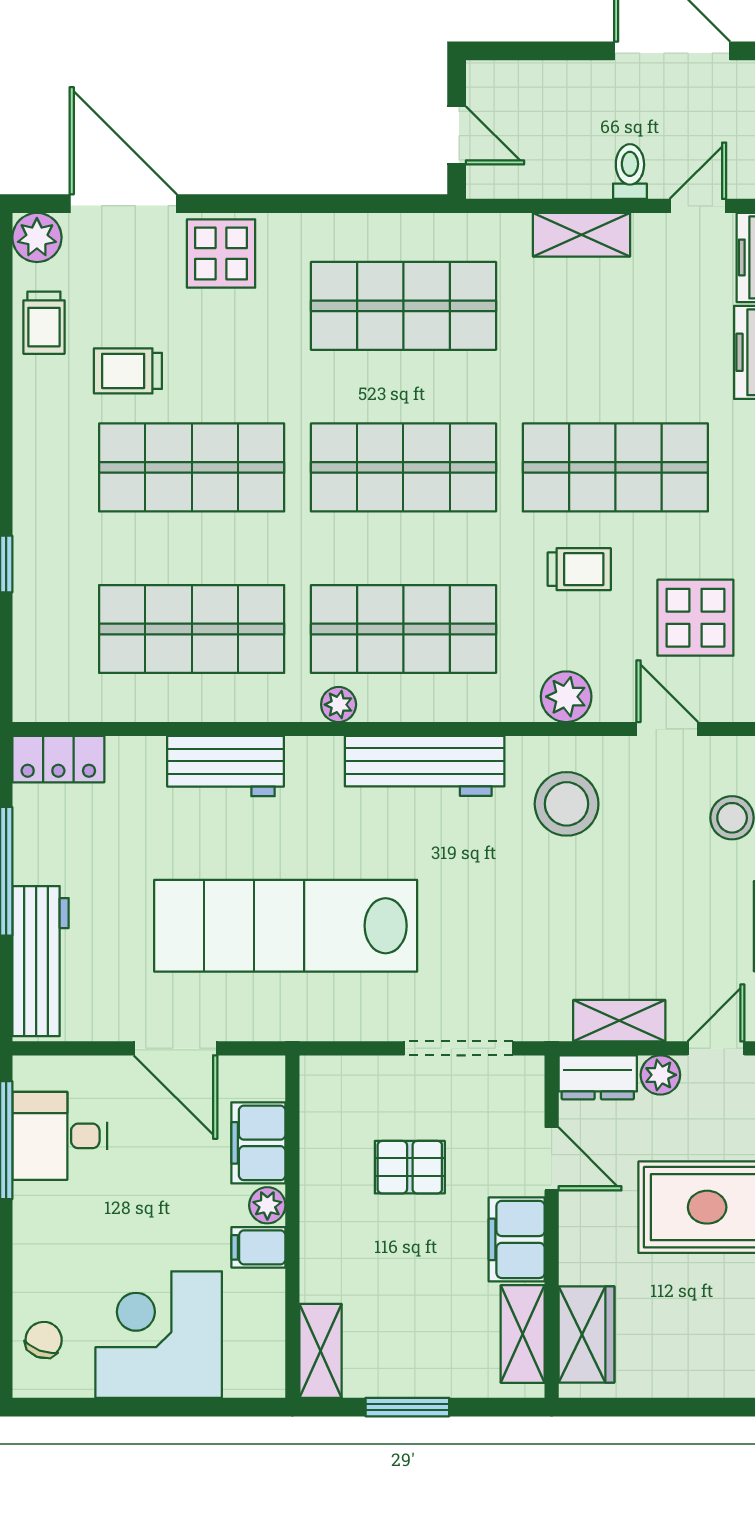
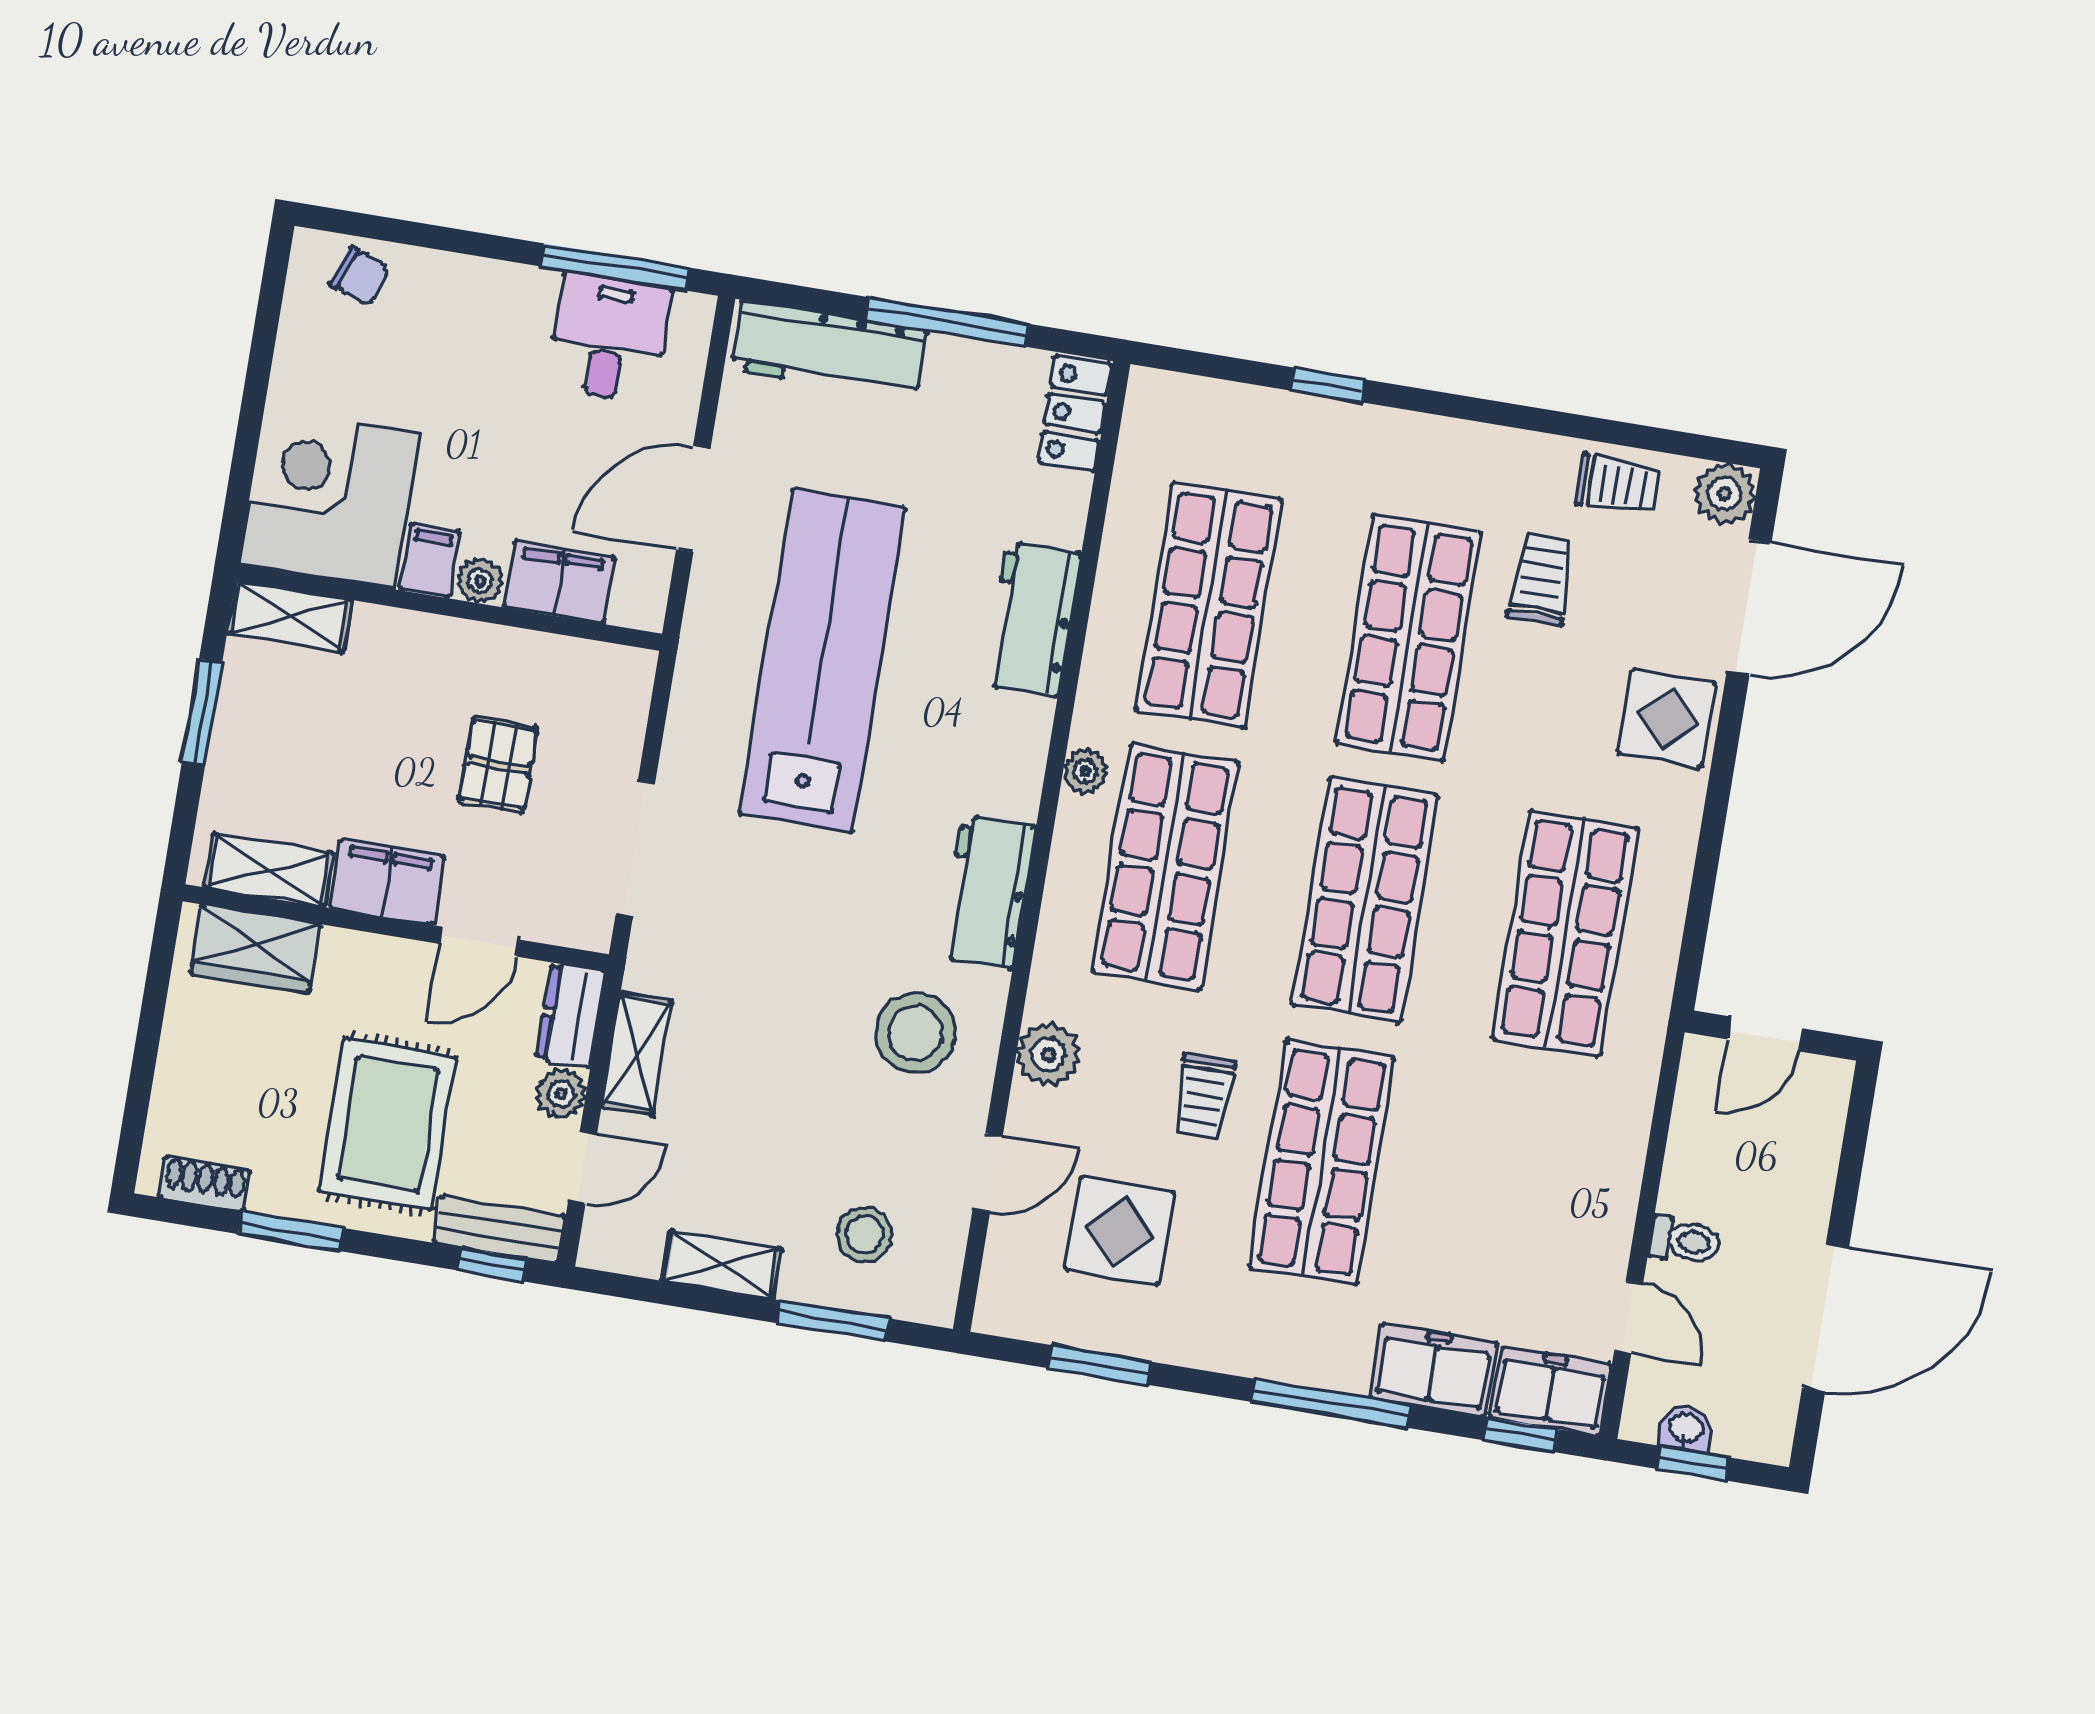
shelving: (581, 235) -> (1617, 1168), removed
trolley: (44, 323) -> (1618, 485), turned 180
workbench: (425, 766) -> (987, 892), width x0.73
door: (716, 1048) -> (583, 1168), hinge flipped
corner desk: (159, 1335) -> (330, 498), moved, turned -90

